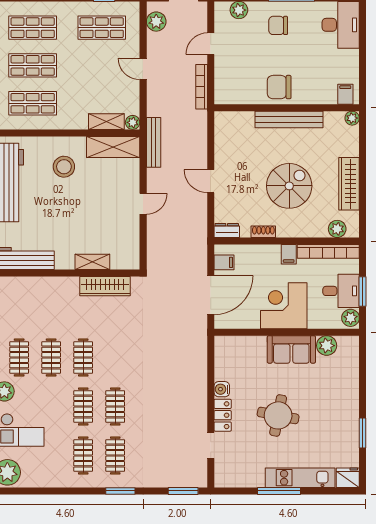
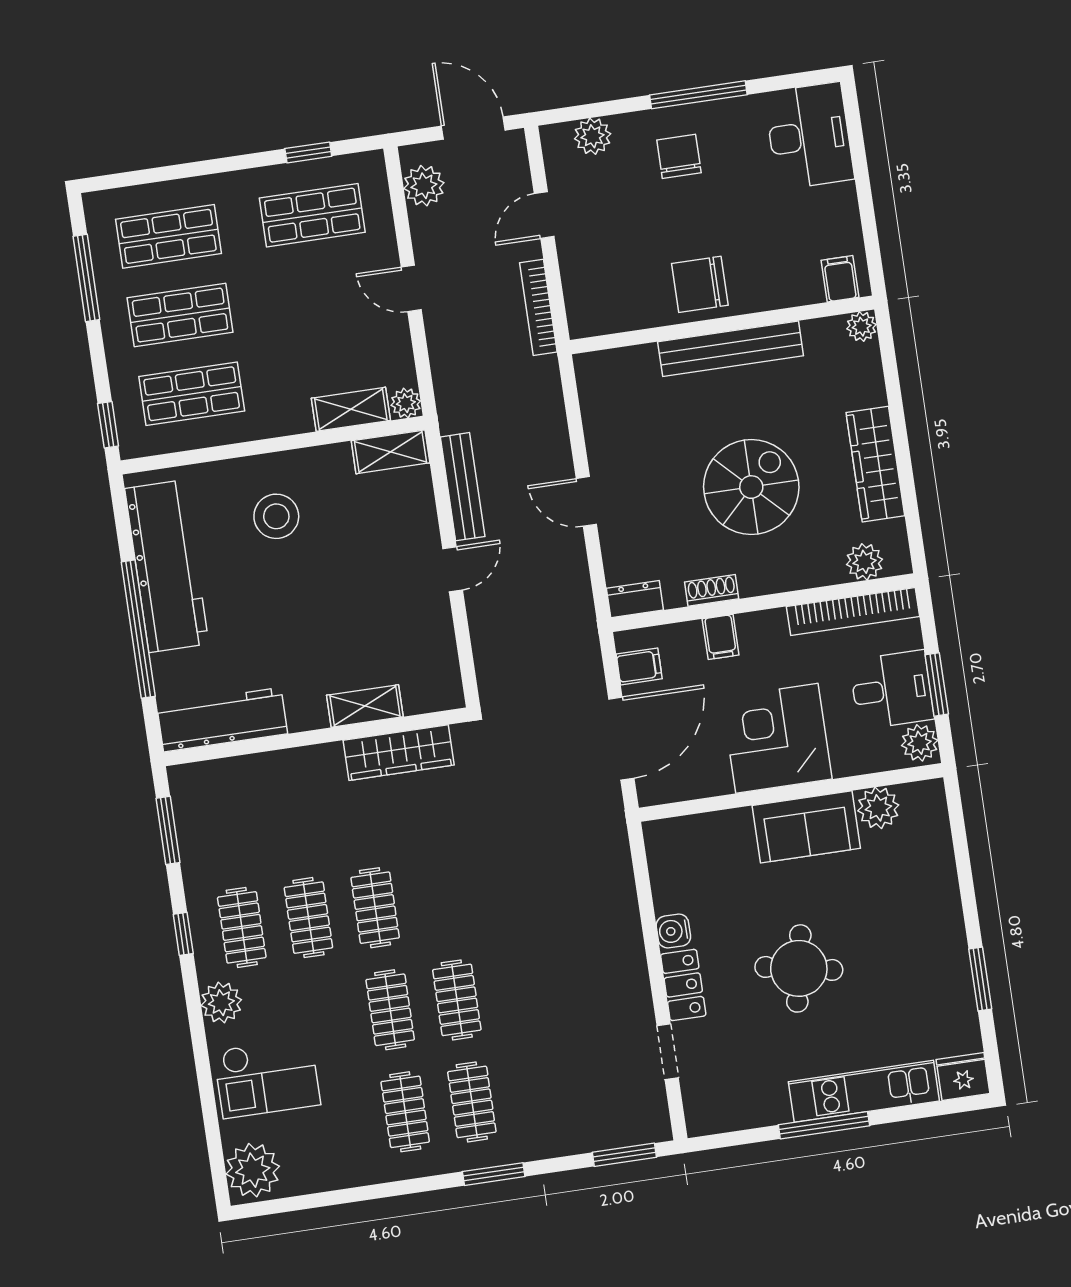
chair: (278, 25) -> (679, 156), turned 90
bench: (154, 142) -> (463, 487), moved
shelving: (113, 147) -> (391, 452), width x0.67, depth x0.75
filing cabinet: (289, 254) -> (721, 637), moved

